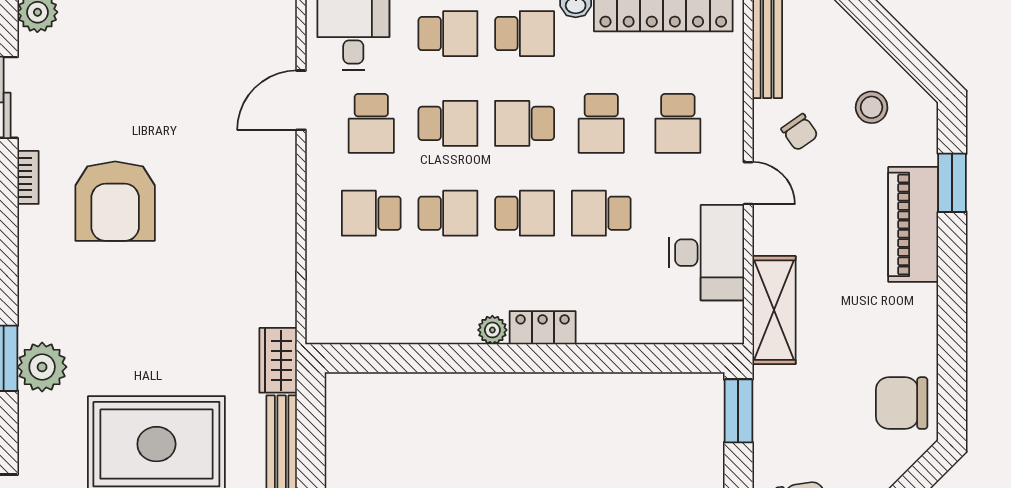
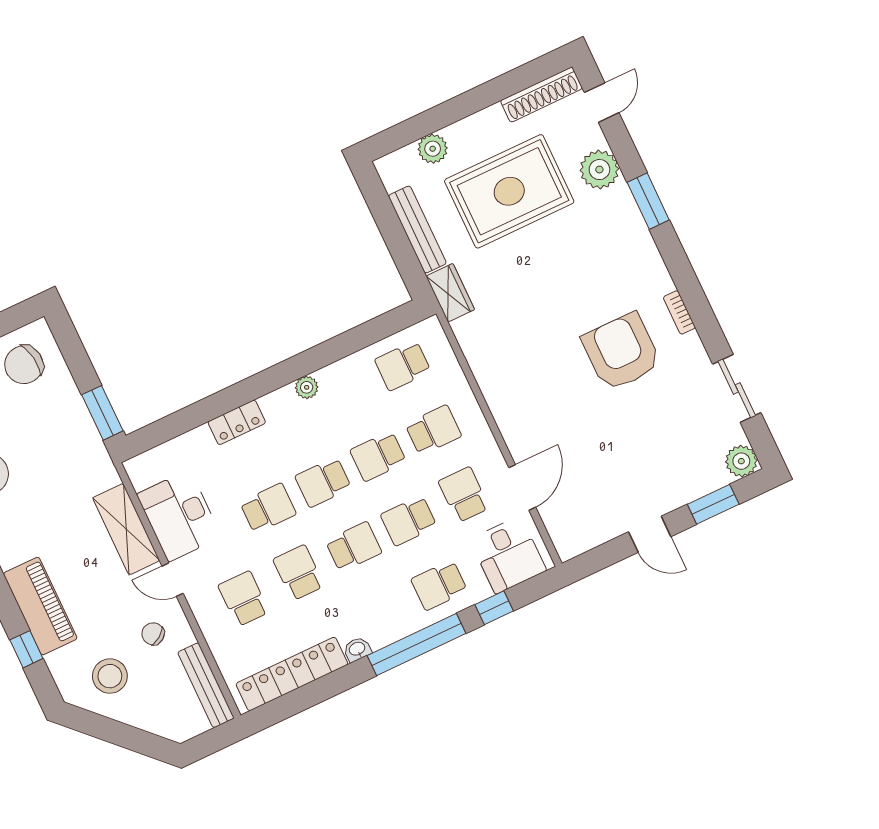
school desk: (525, 34) -> (403, 366), moved
stool: (872, 107) -> (110, 676), width x1.38, depth x1.38
bookcase: (28, 177) -> (679, 312), moved
window: (952, 183) -> (26, 649), width x0.67
shelving: (774, 310) -> (126, 529), moved
locker: (543, 328) -> (237, 422), moved
plant: (42, 367) -> (599, 170), moved

